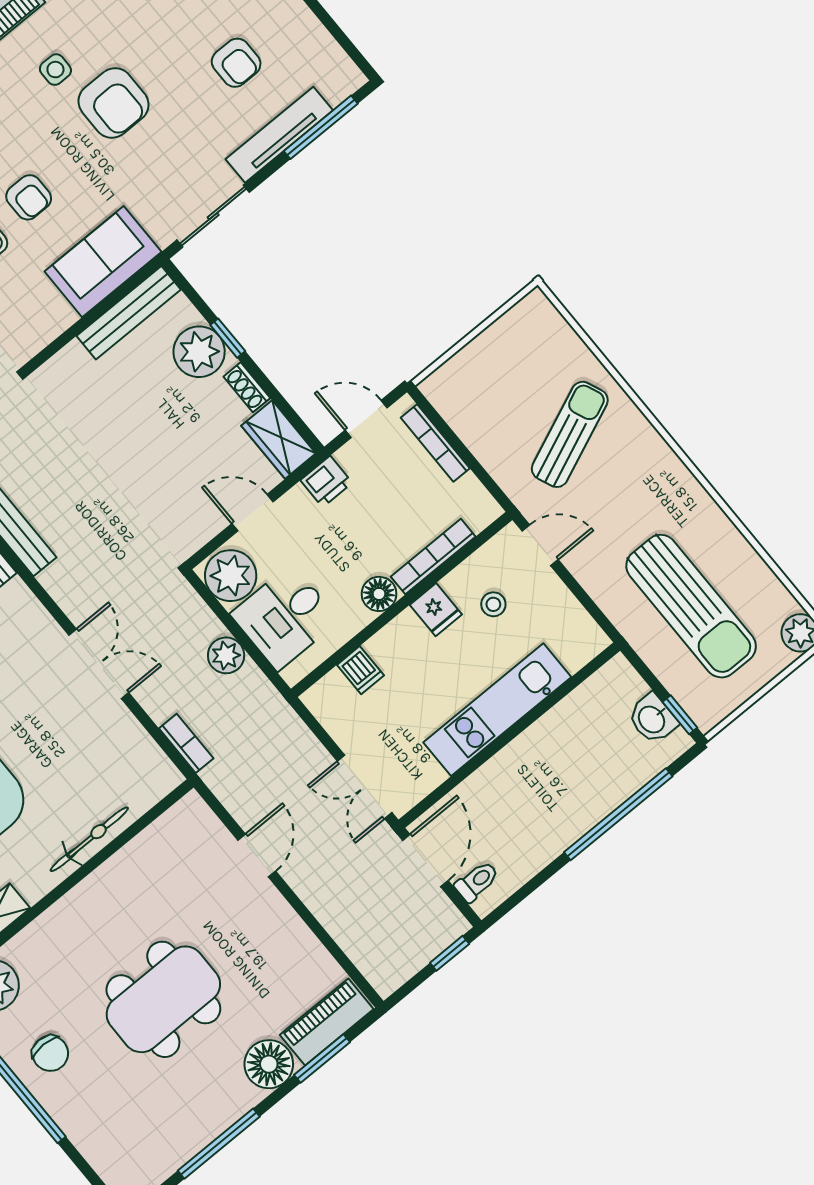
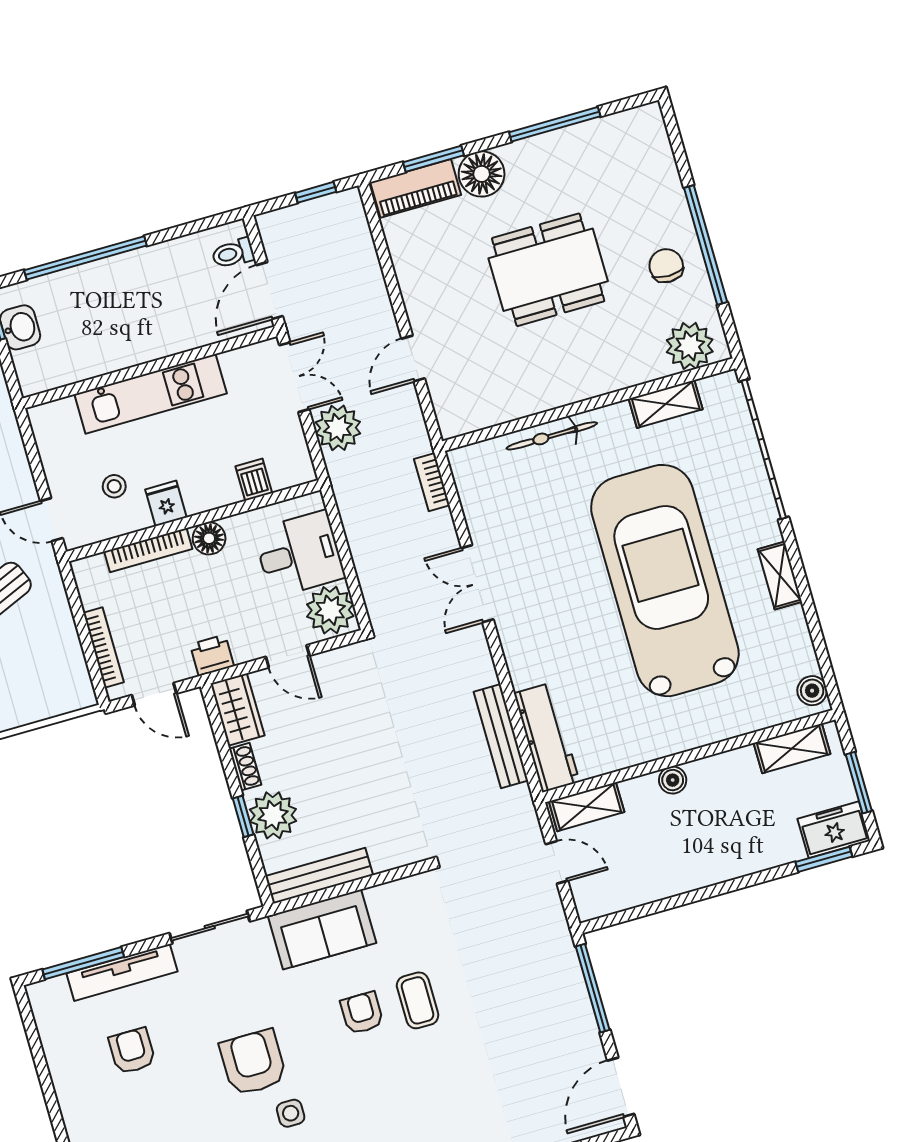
plant: (226, 655) -> (338, 428), moved, width x1.36, depth x1.36
window: (450, 953) -> (316, 192), moved

